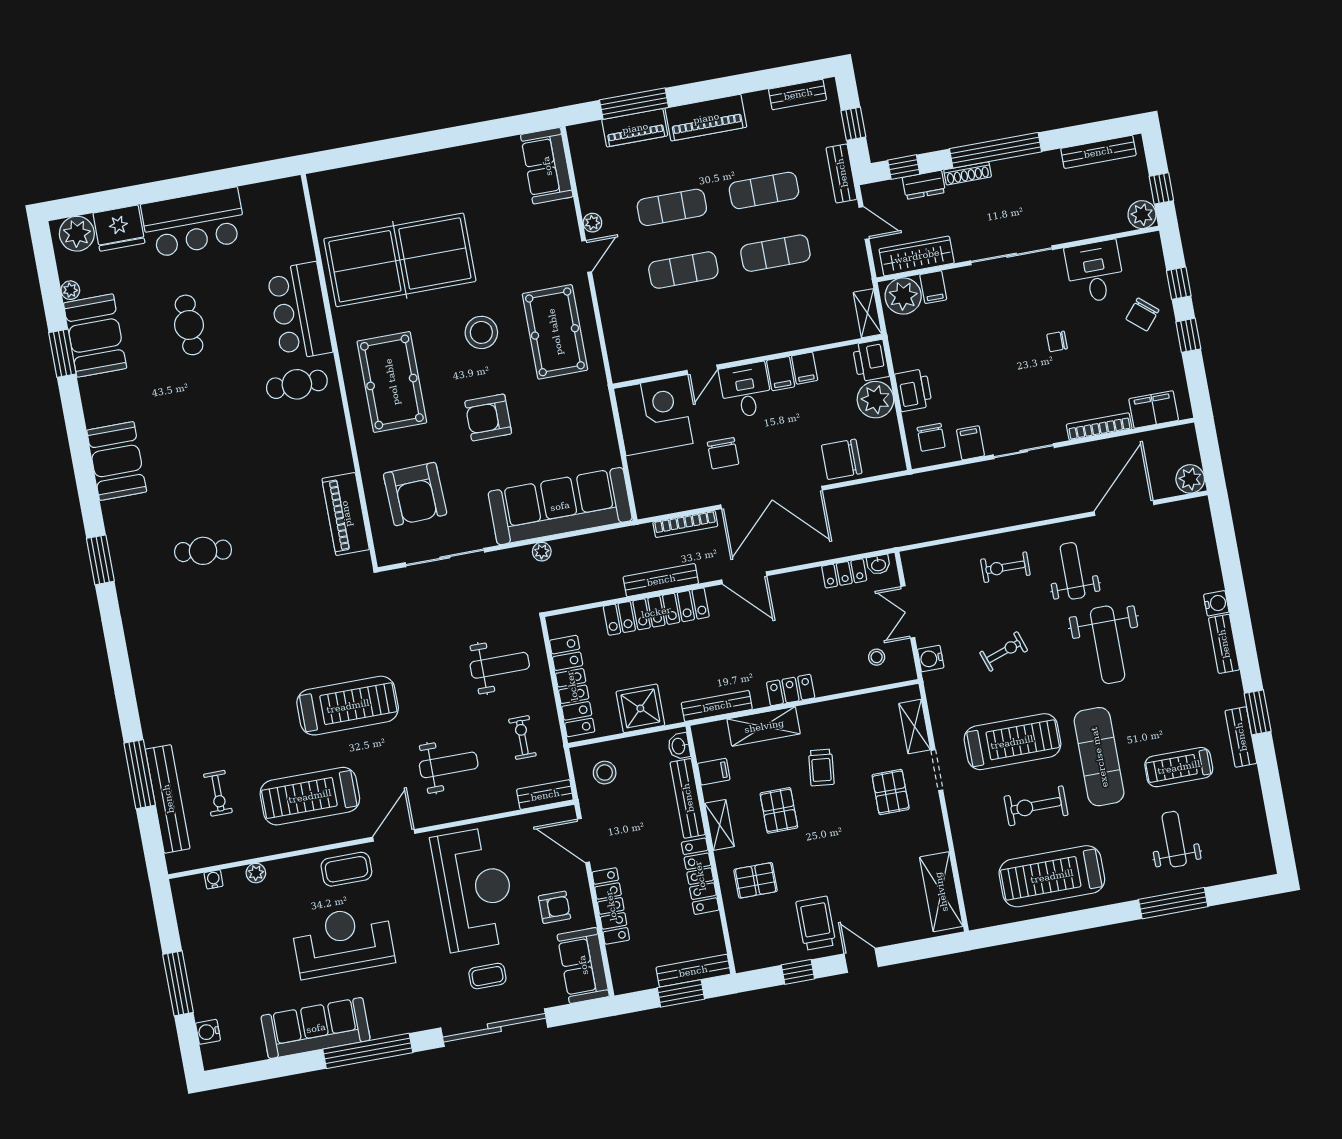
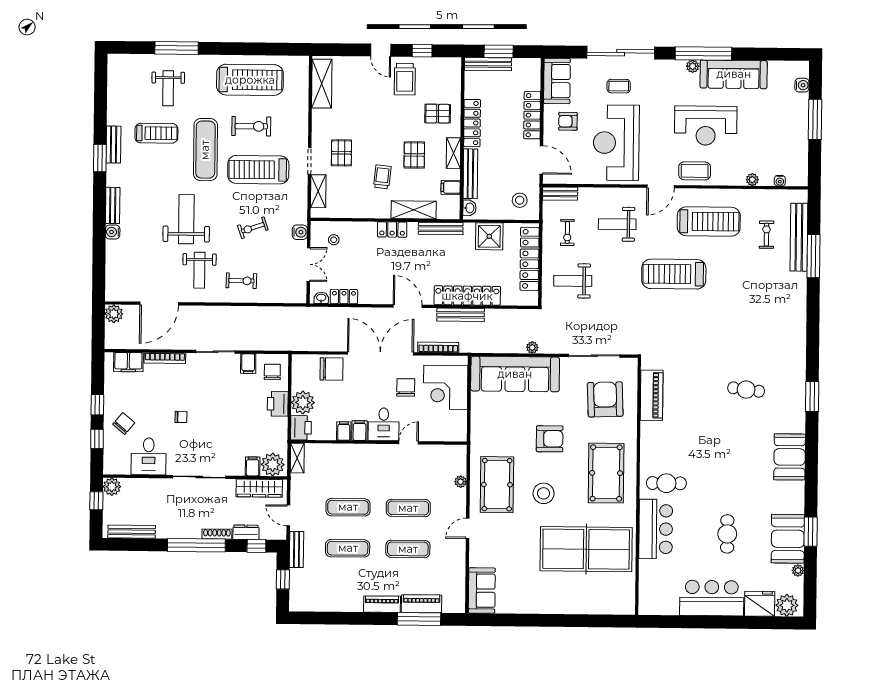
bench: (798, 94) -> (315, 605), removed
piano: (706, 118) -> (382, 604), width x0.73, depth x0.75
plant: (592, 223) -> (461, 482), moved
corner desk: (653, 416) -> (446, 387), moved
plant: (381, 1028) -> (693, 66), added

